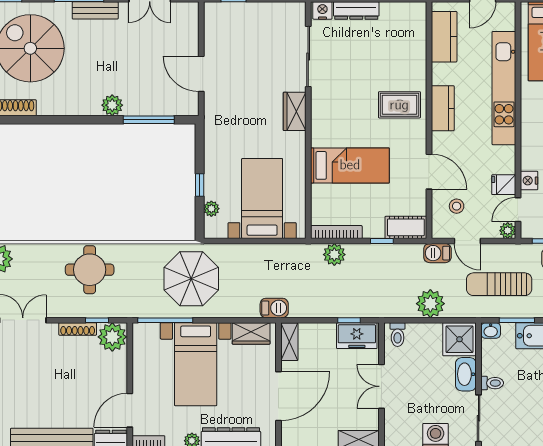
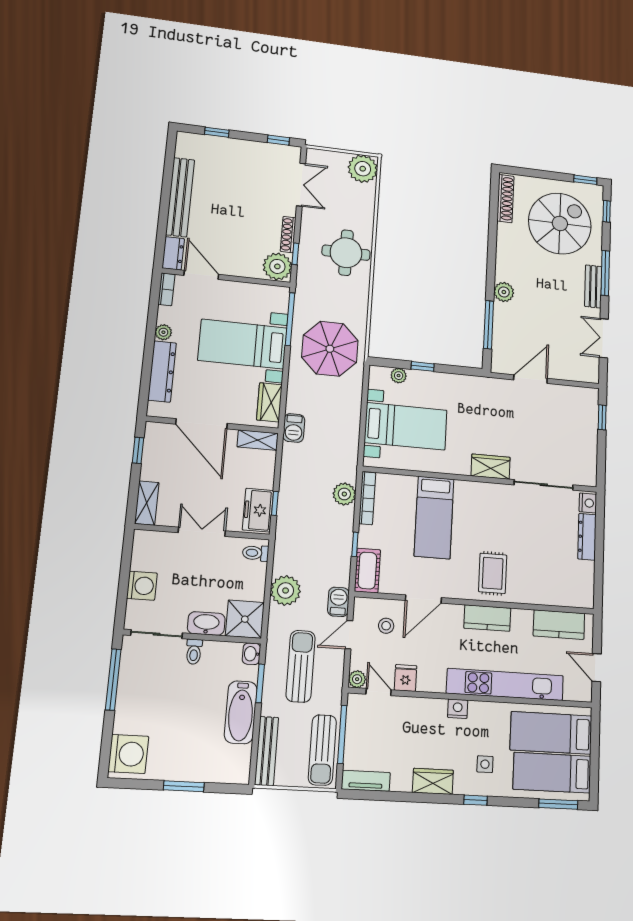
nightstand: (529, 181) -> (458, 709), moved

